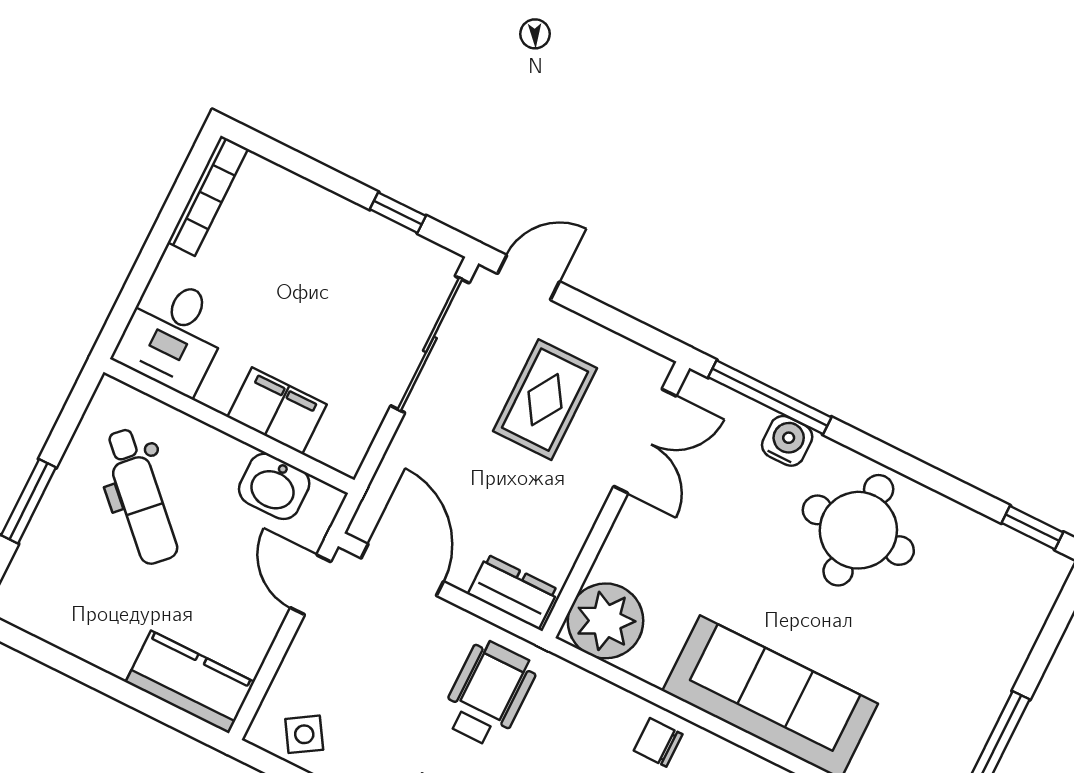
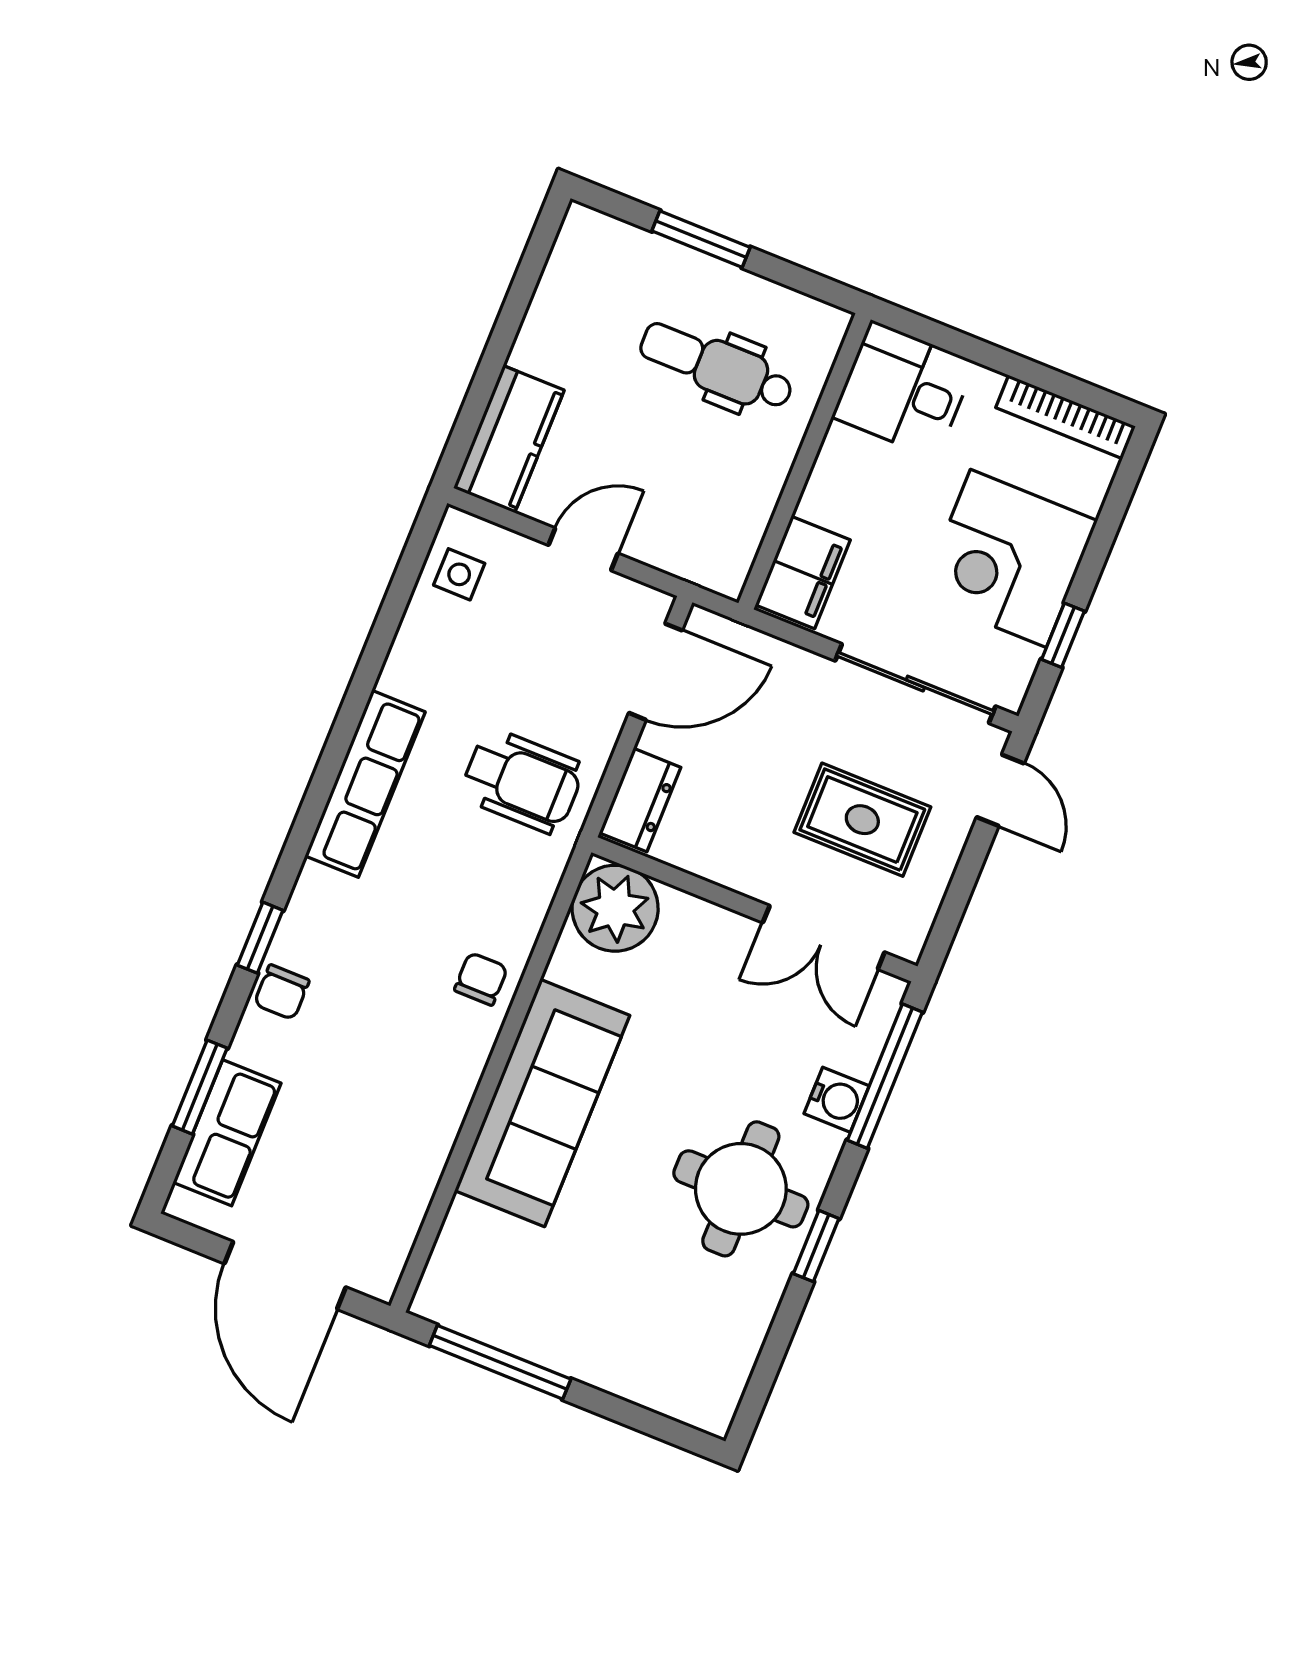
corner desk: (327, 255) -> (1008, 558), added
filing cabinet: (277, 411) -> (803, 572), moved
washbasin: (274, 486) -> (740, 518), removed
dental chair: (140, 496) -> (717, 366), turned 45
window: (1032, 528) -> (816, 1246), moved
door: (311, 585) -> (583, 549), moved
side table: (304, 734) -> (459, 574), turned 32

